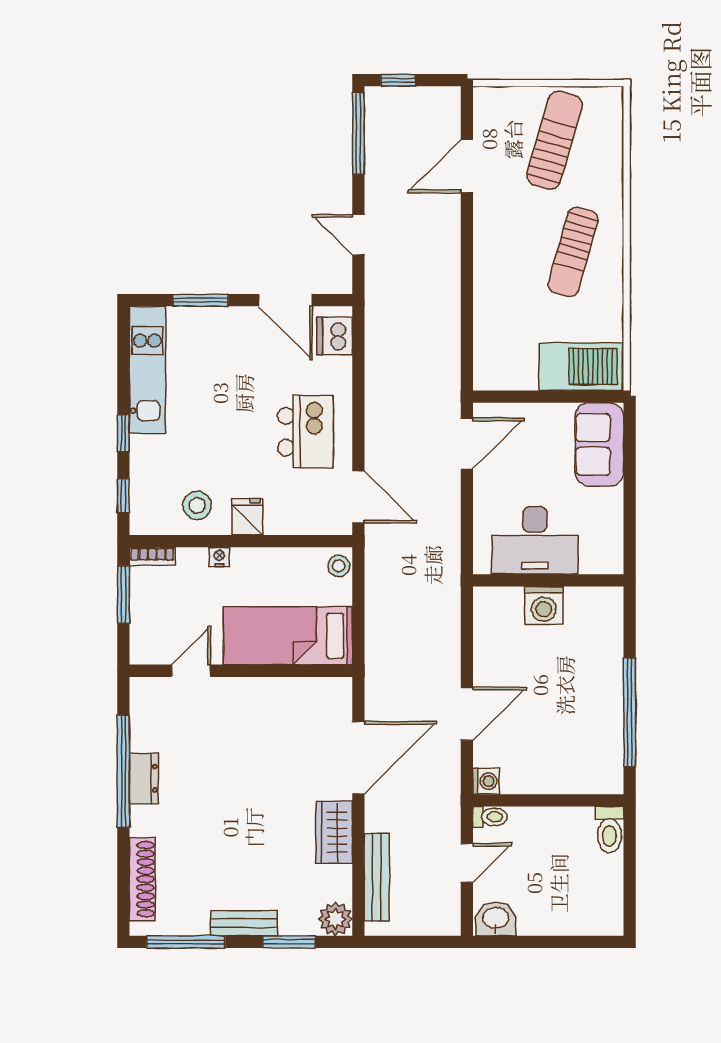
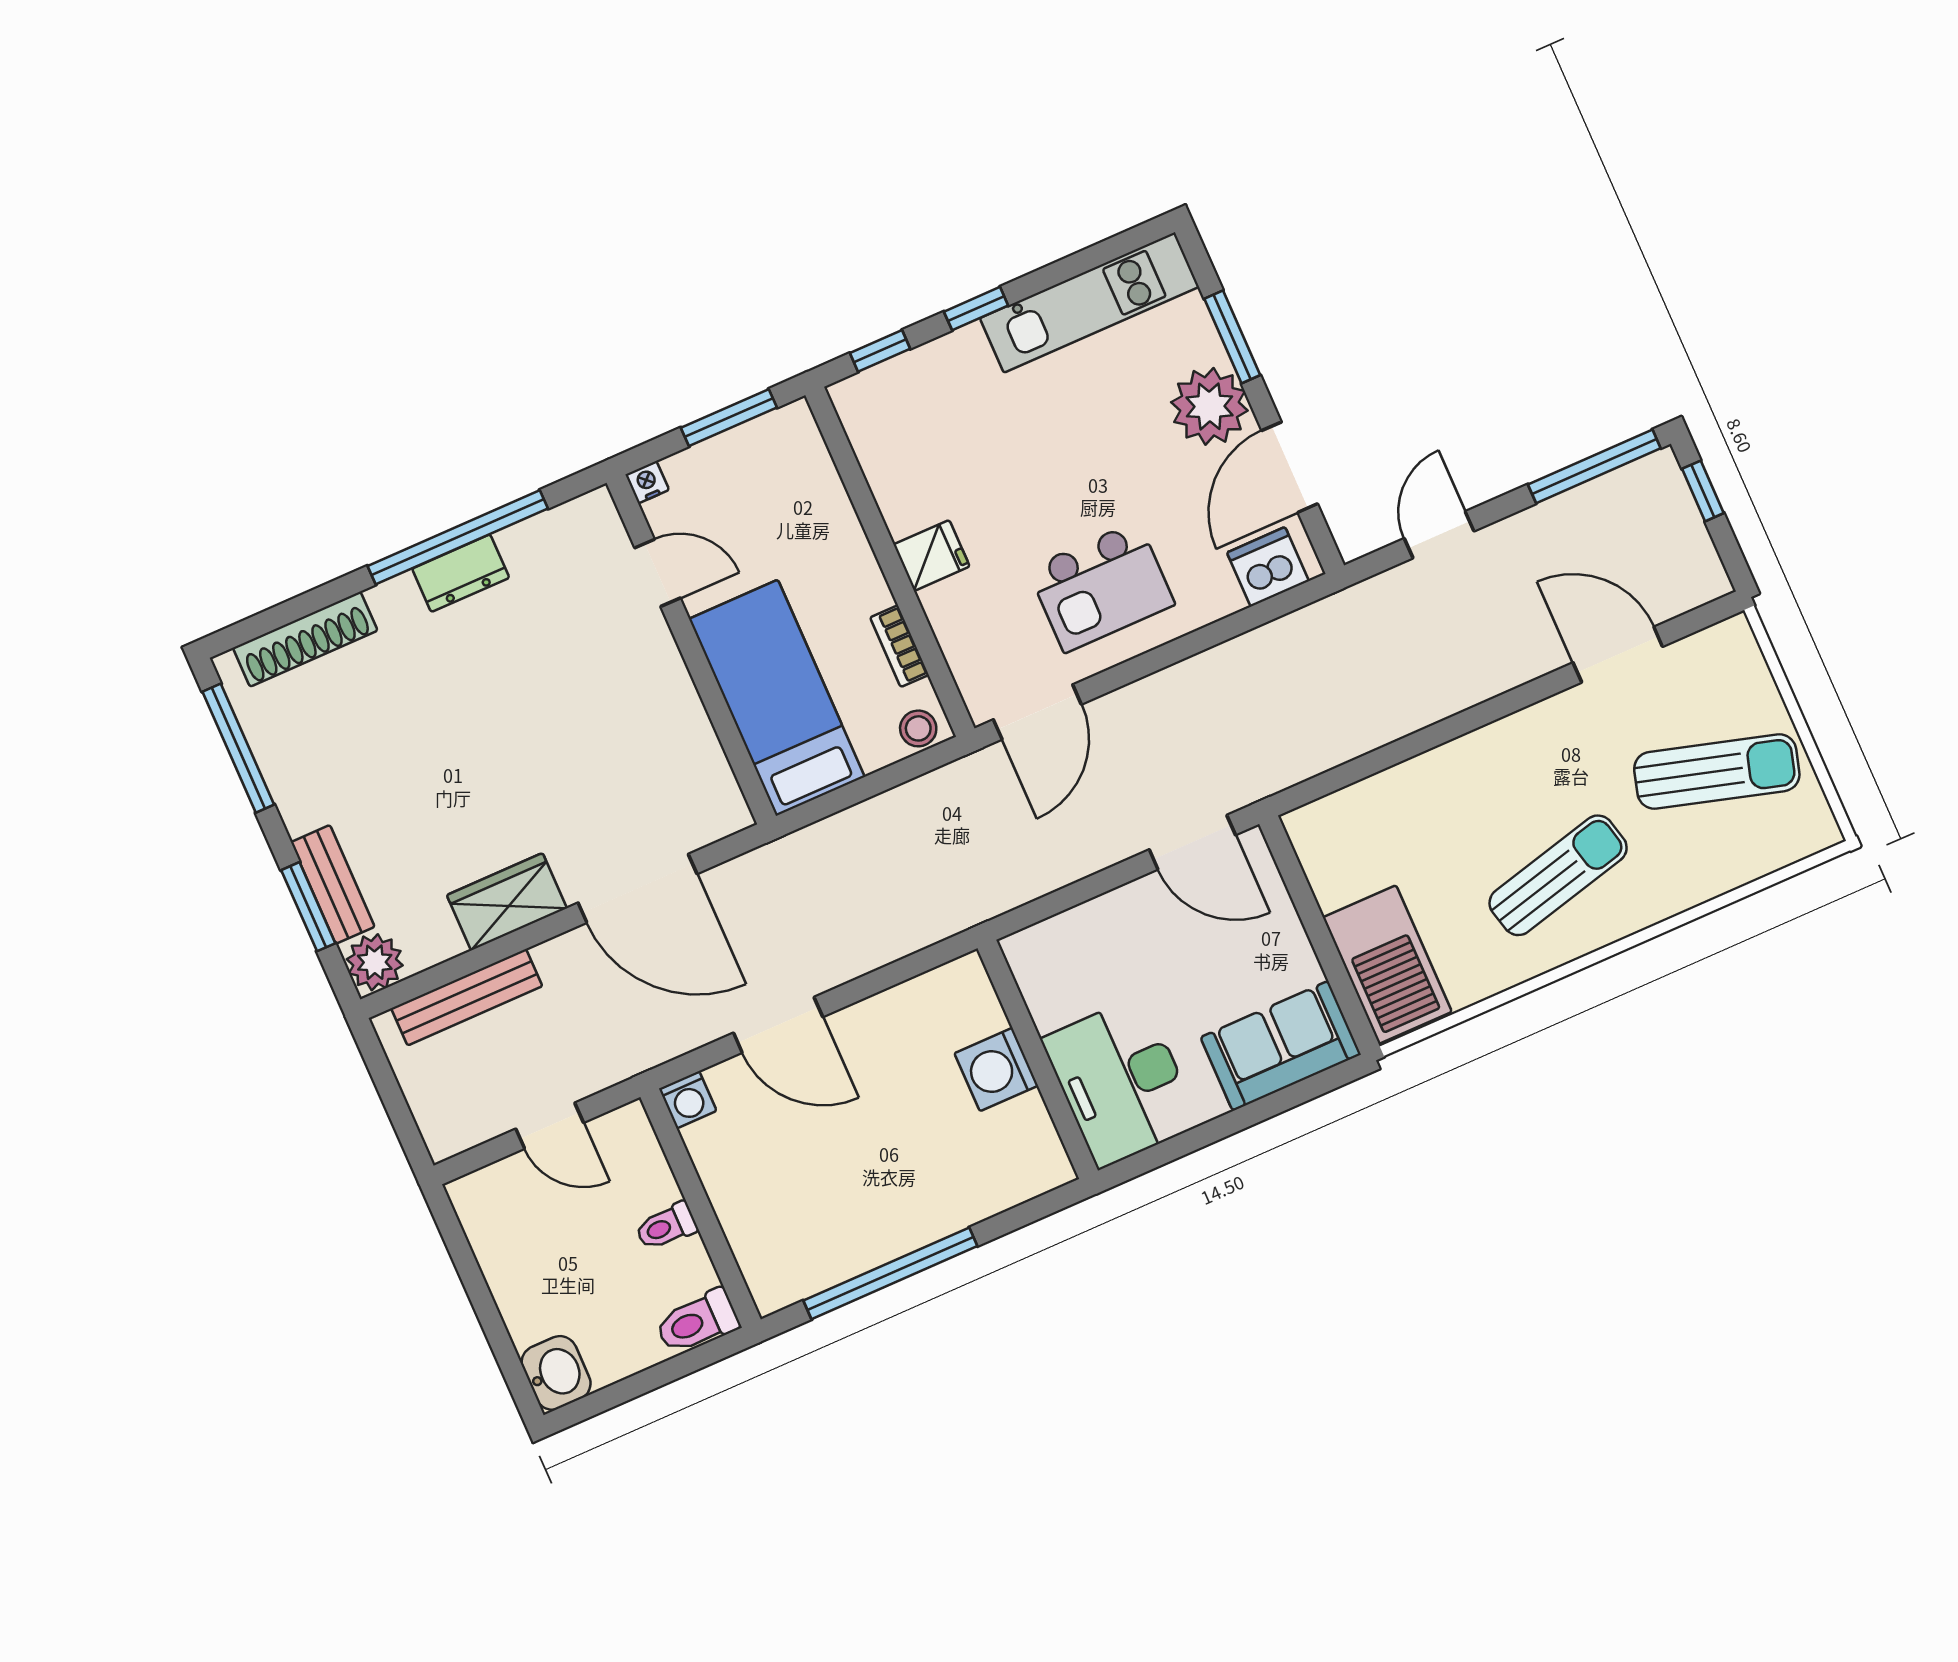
sun lounger: (573, 252) -> (1558, 875), turned 150
plant: (233, 329) -> (1209, 406), added
stool: (197, 505) -> (915, 470), removed
desk: (535, 540) -> (1121, 1082), moved
bookcase: (152, 556) -> (899, 646), moved
nightstand: (219, 557) -> (647, 482), moved, turned -90
toilet: (490, 817) -> (666, 1226), moved, turned 90
washbasin: (496, 919) -> (556, 1373), moved
bench: (244, 923) -> (333, 884), moved

